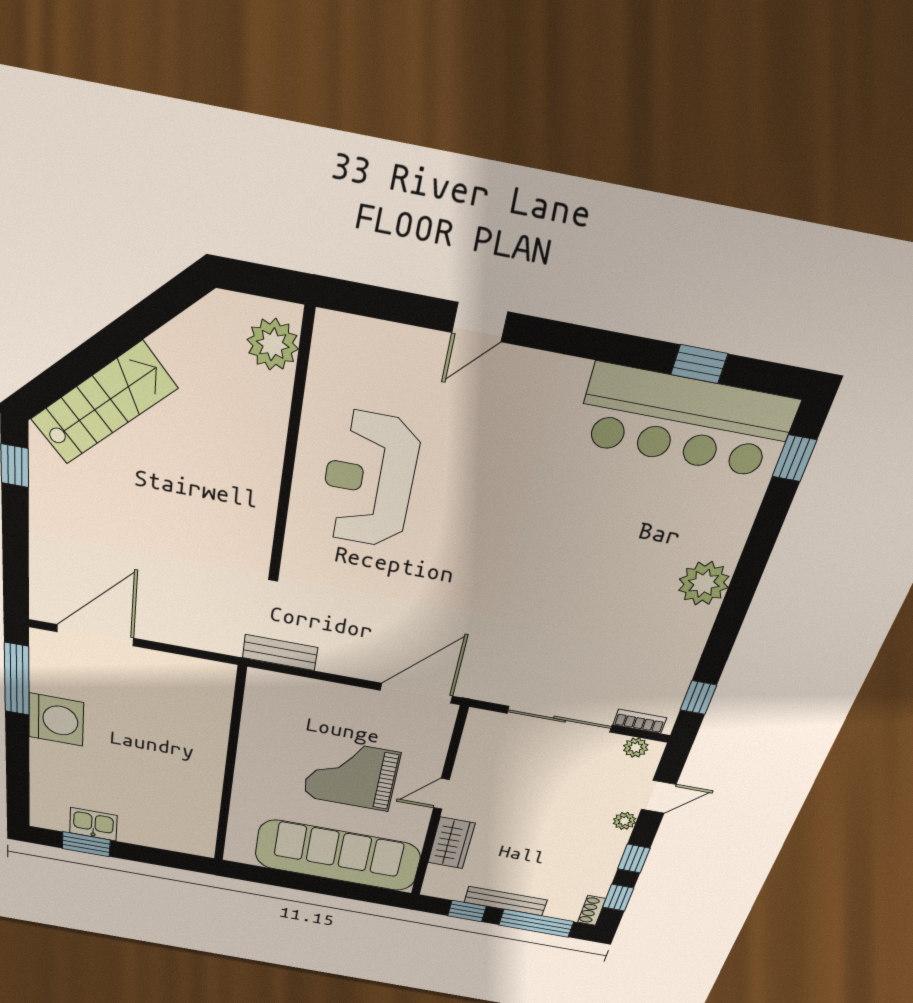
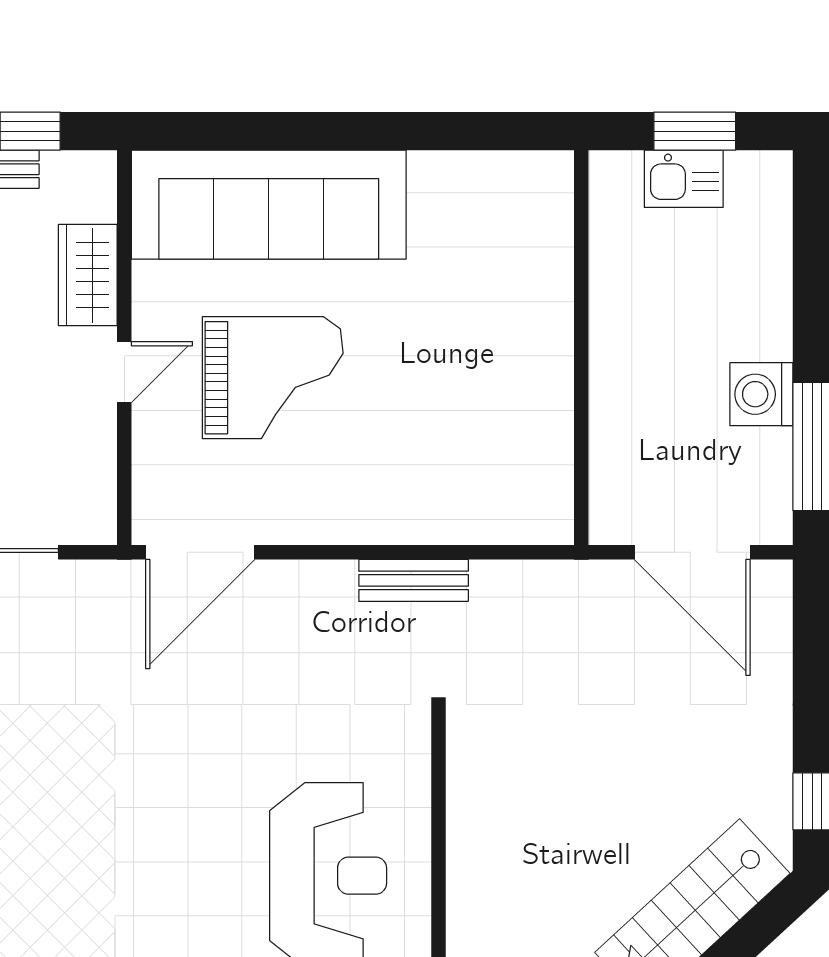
door: (95, 635) -> (692, 552), hinge flipped
washing machine: (56, 720) -> (761, 394), width x0.73, depth x0.73
wall: (230, 768) -> (581, 348), moved

